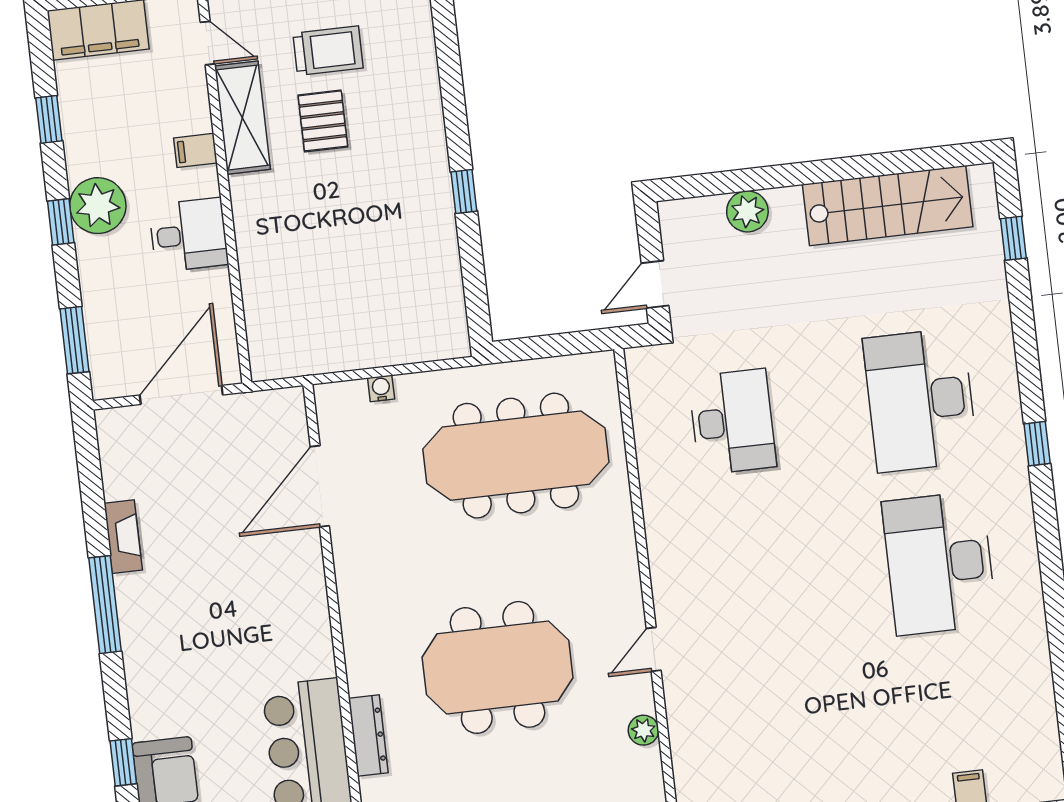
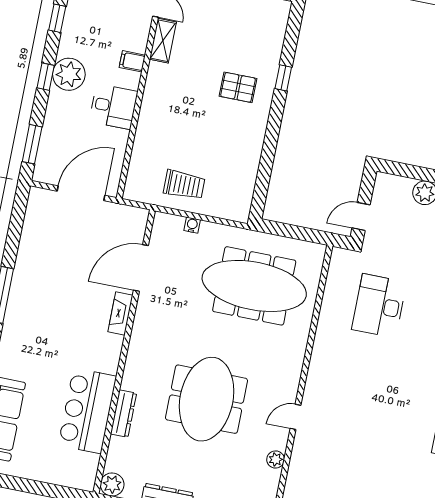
trolley: (328, 51) -> (184, 185), moved
shelving: (242, 118) -> (163, 41), width x0.67, depth x0.75
pallet: (323, 121) -> (238, 87), moved, turned 90
window: (464, 192) -> (283, 78), moved
desk: (732, 422) -> (379, 306), turned 180
fireplace: (123, 537) -> (120, 314), moved, turned 180
meeting table: (498, 667) -> (207, 399), turned 90

